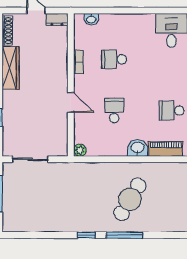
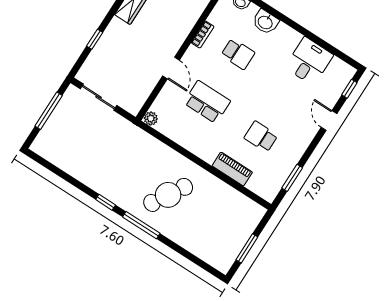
school desk: (114, 59) -> (238, 54), turned 180
school desk: (114, 111) -> (207, 102), width x1.85
washbasin: (138, 148) -> (265, 22), moved, turned 180

